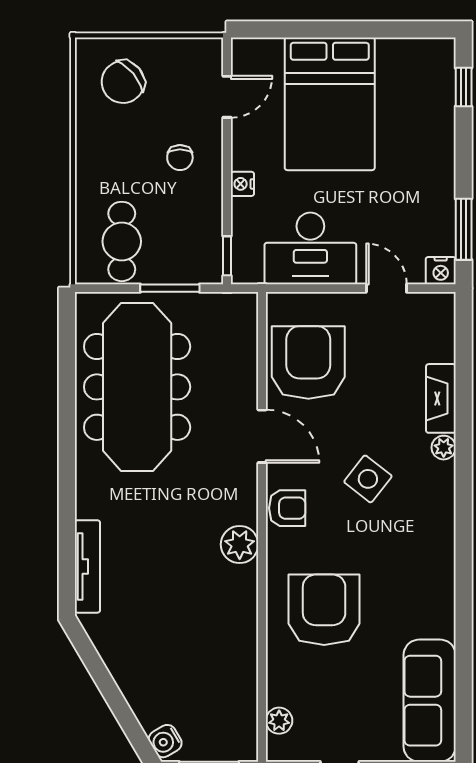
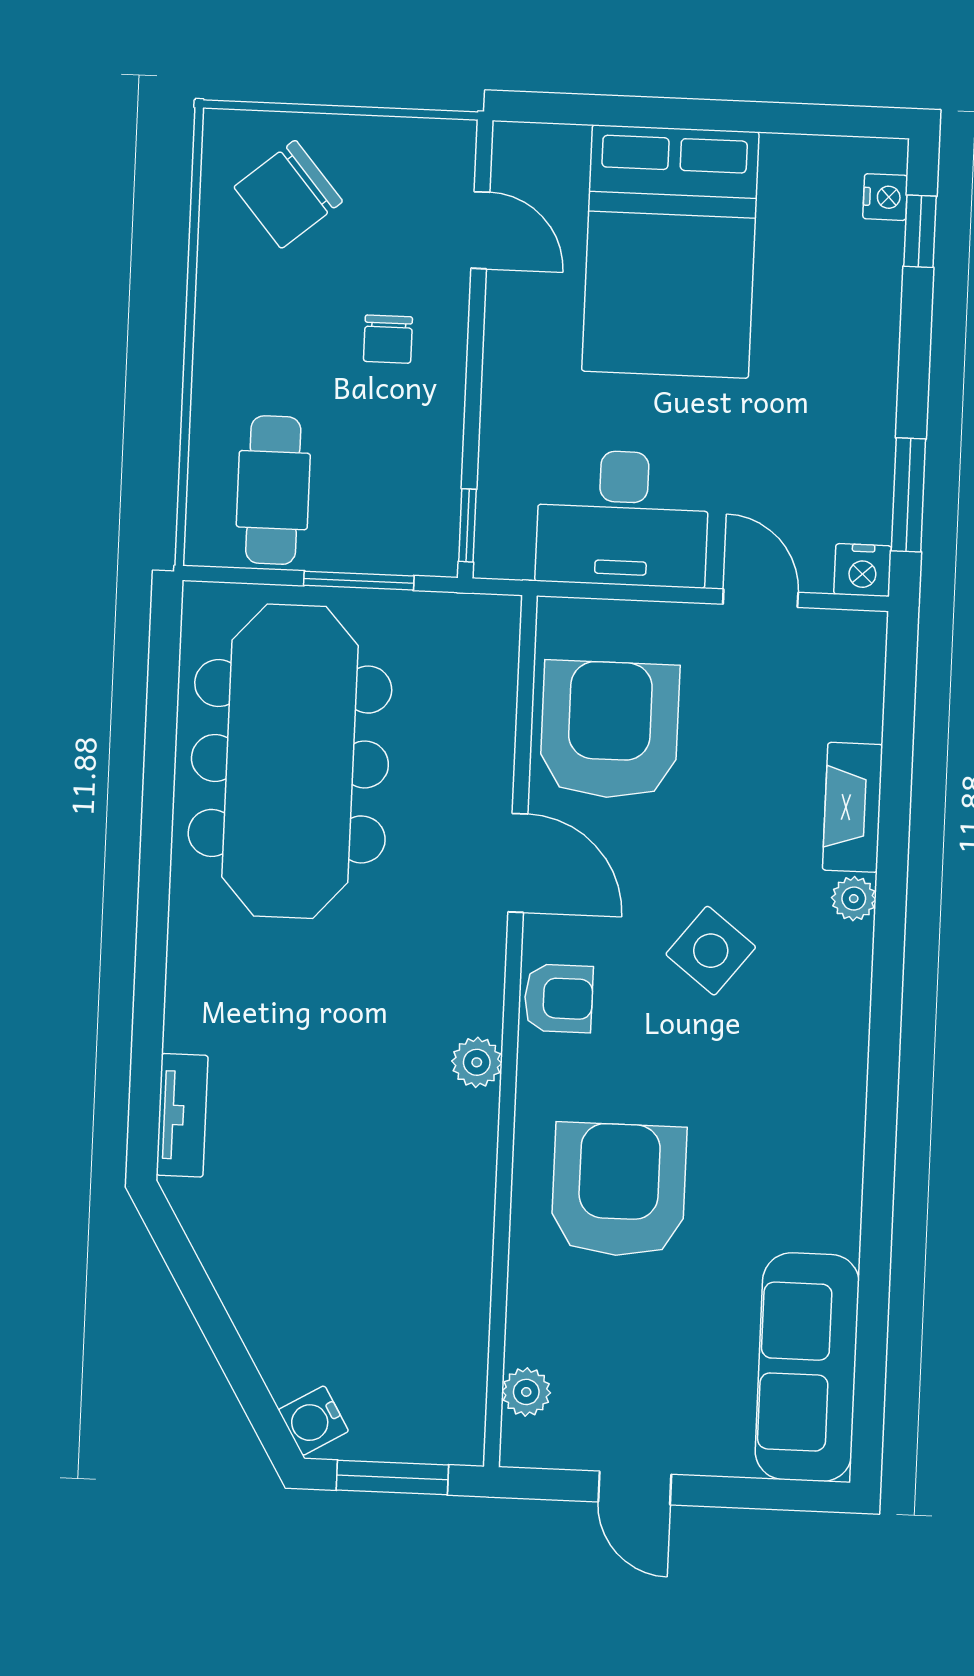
door: (227, 97) -> (480, 230), hinge flipped
nightstand: (242, 184) -> (885, 197), moved, turned 180
plant: (240, 544) -> (477, 1062), width x0.73, depth x0.73
tv unit: (87, 566) -> (182, 1115), width x0.71

